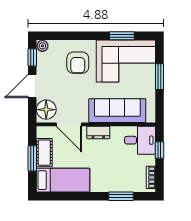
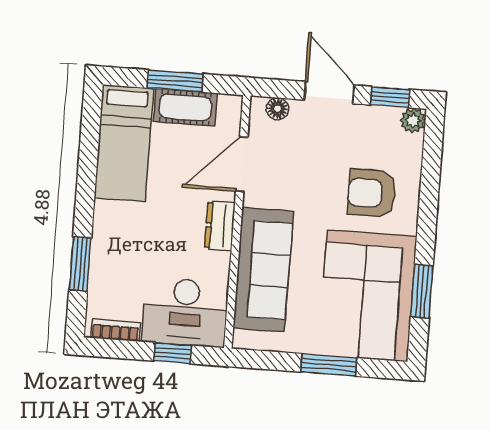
floor lamp: (46, 110) -> (277, 109), width x0.53, depth x0.53
desk: (140, 140) -> (185, 312), width x1.37

